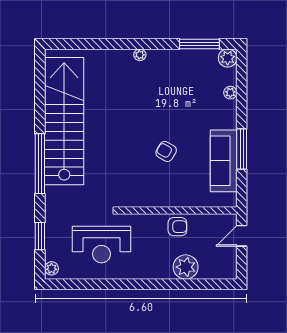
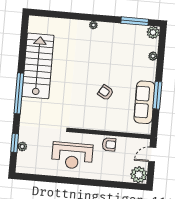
stairs: (64, 121) -> (38, 66), width x0.73
reception desk: (101, 245) -> (72, 156), moved
plant: (186, 267) -> (139, 175), moved
plant: (52, 268) -> (22, 146), moved

